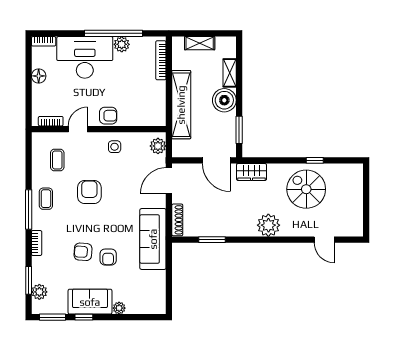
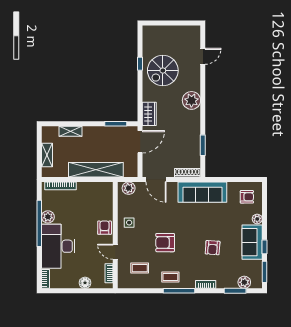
floor lamp: (39, 76) -> (85, 283), moved
boiler: (224, 100) -> (92, 135), removed
armchair: (108, 257) -> (247, 197), moved

